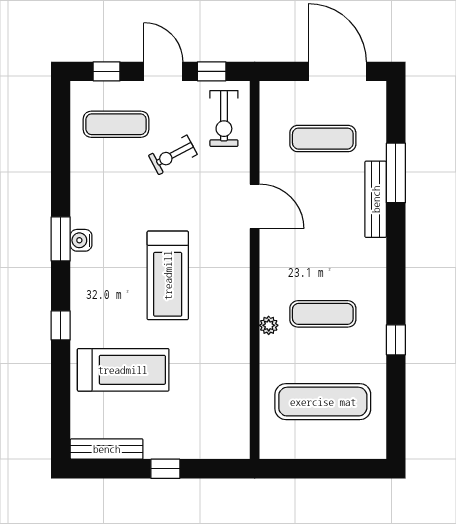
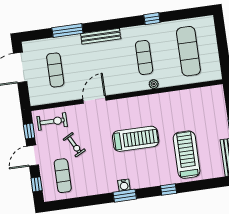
bench: (376, 199) -> (101, 36), moved

